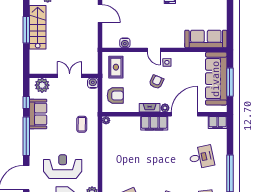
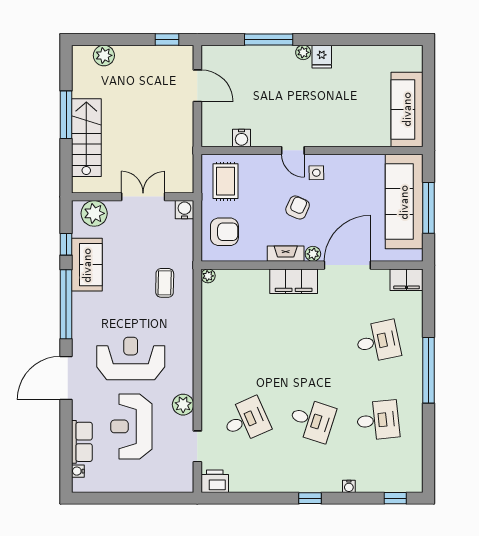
stairs: (38, 27) -> (86, 138), moved
sofa: (206, 39) -> (407, 109), moved, turned -90

